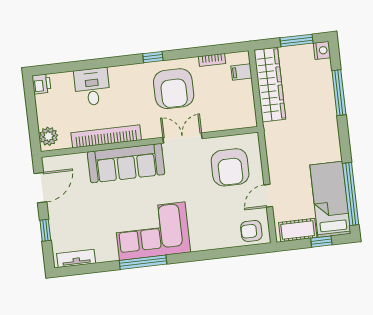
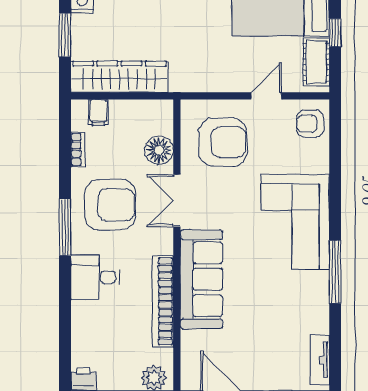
window: (153, 57) -> (65, 227), width x2.17
desk: (92, 87) -> (95, 277), moved
floor lamp: (219, 120) -> (159, 150), added
door: (268, 196) -> (266, 96), swing flipped
corner sofa: (152, 231) -> (295, 222), moved
armchair: (251, 231) -> (310, 124), turned 90

